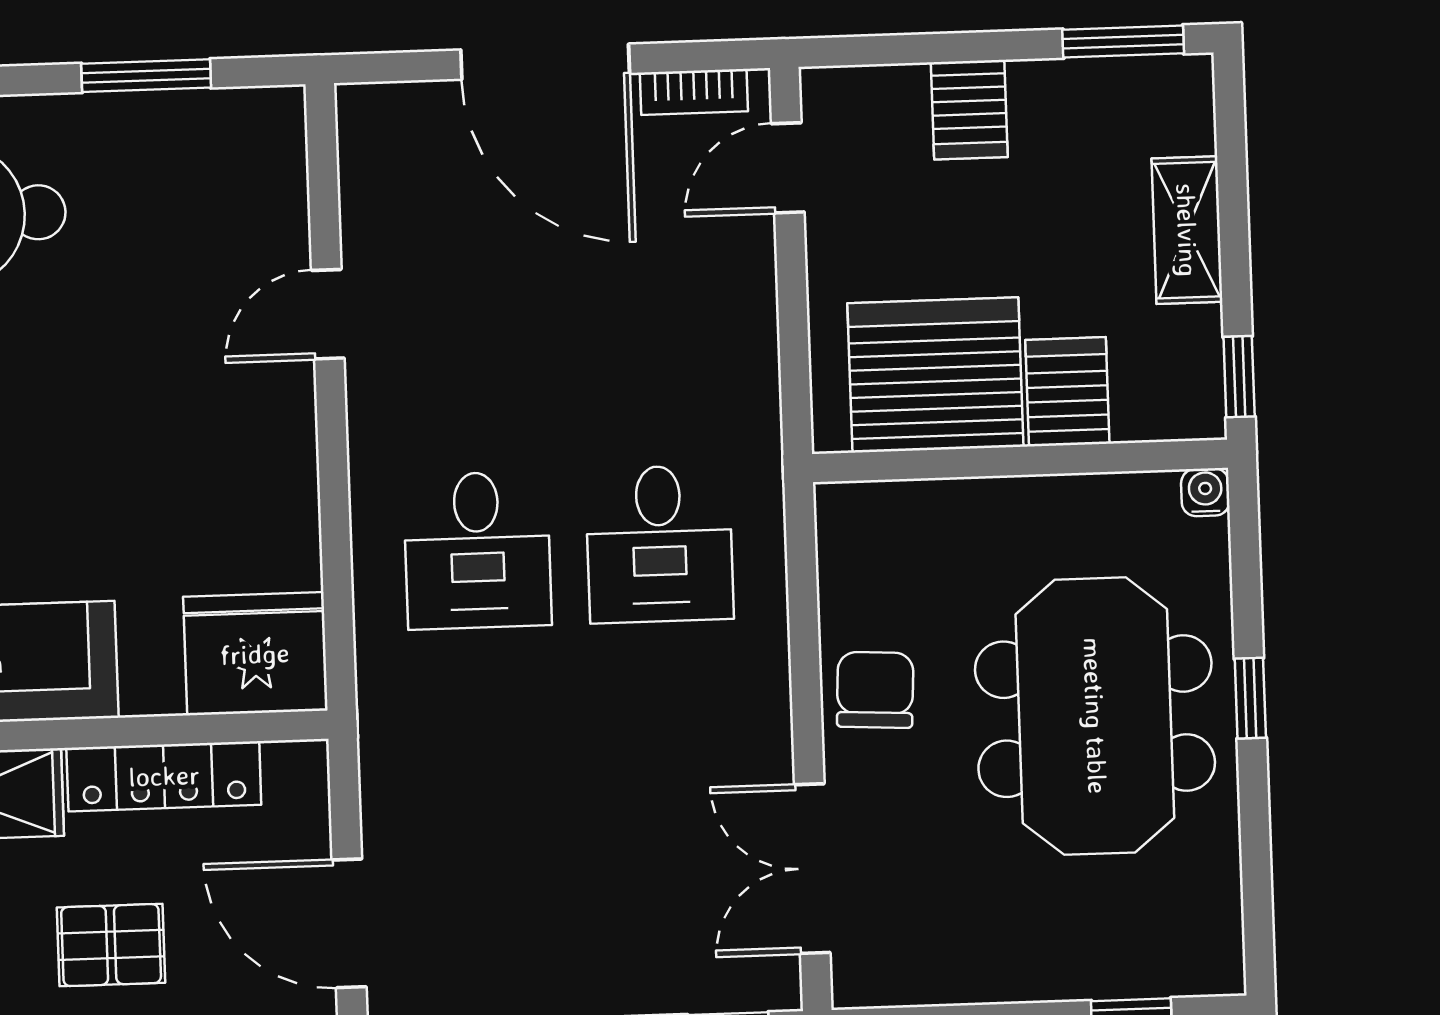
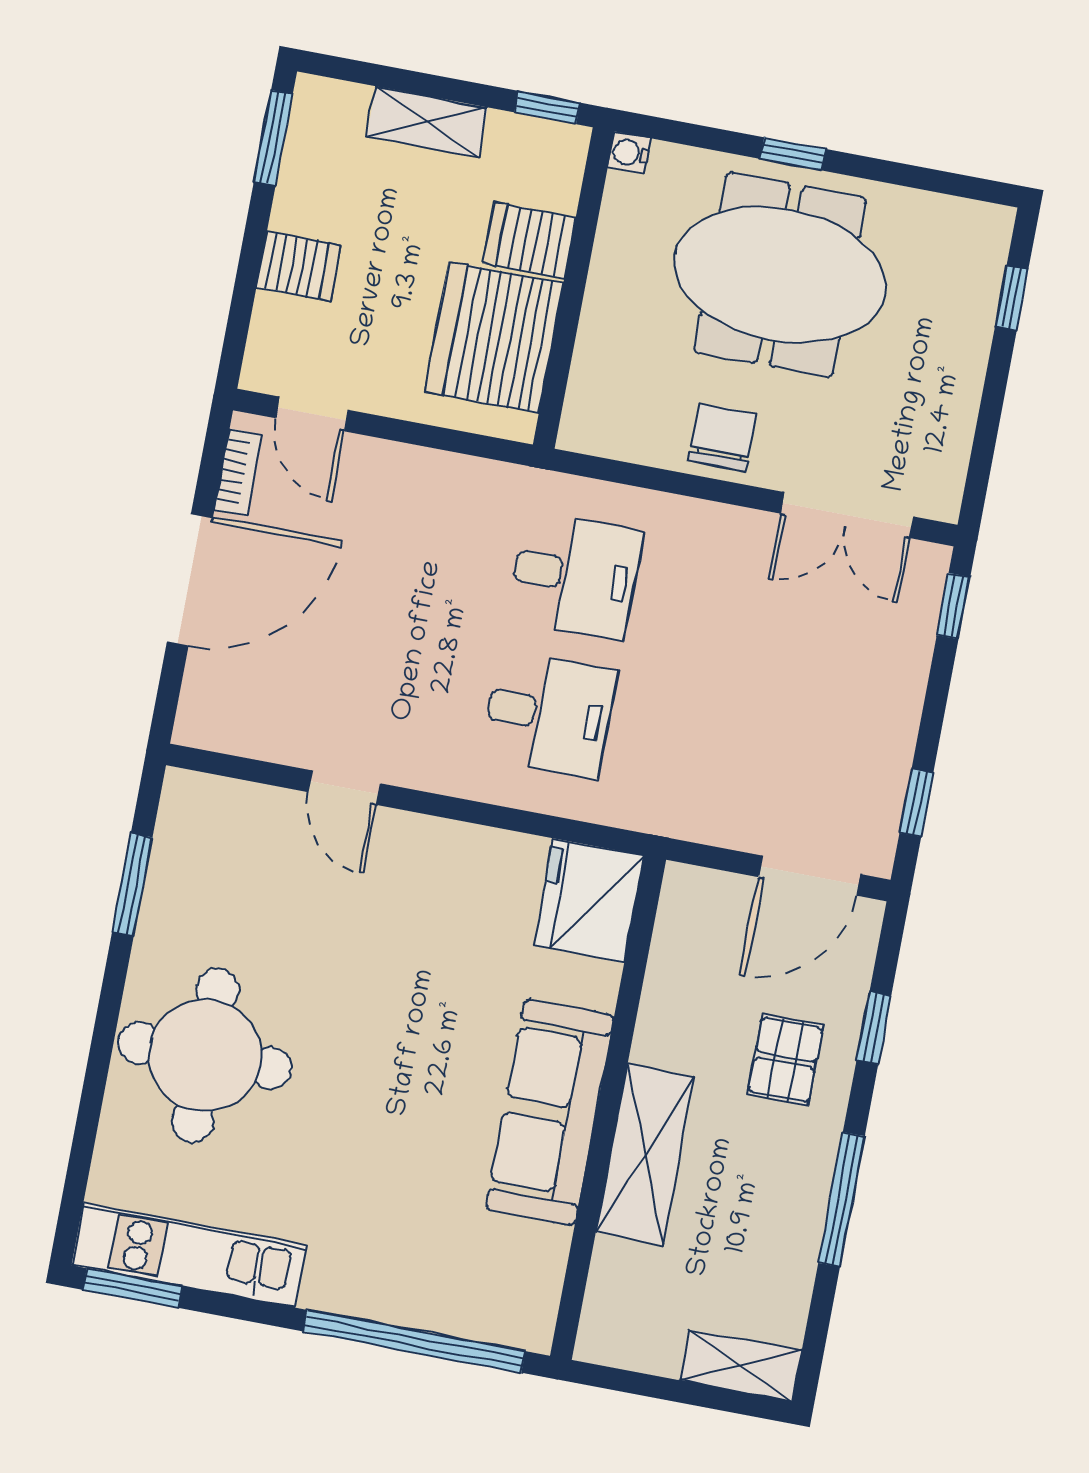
chair: (875, 690) -> (722, 437), turned 87
locker: (164, 776) -> (667, 991), removed

